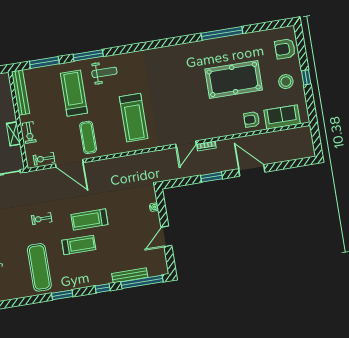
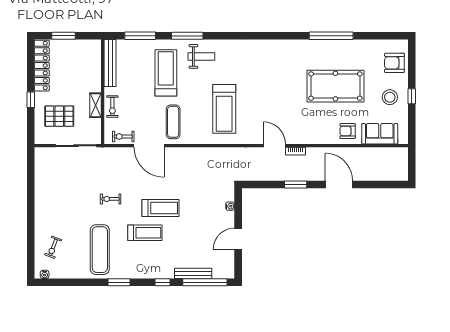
door: (186, 144) -> (274, 146), swing flipped
treadmill: (89, 219) -> (160, 208), turned 180

